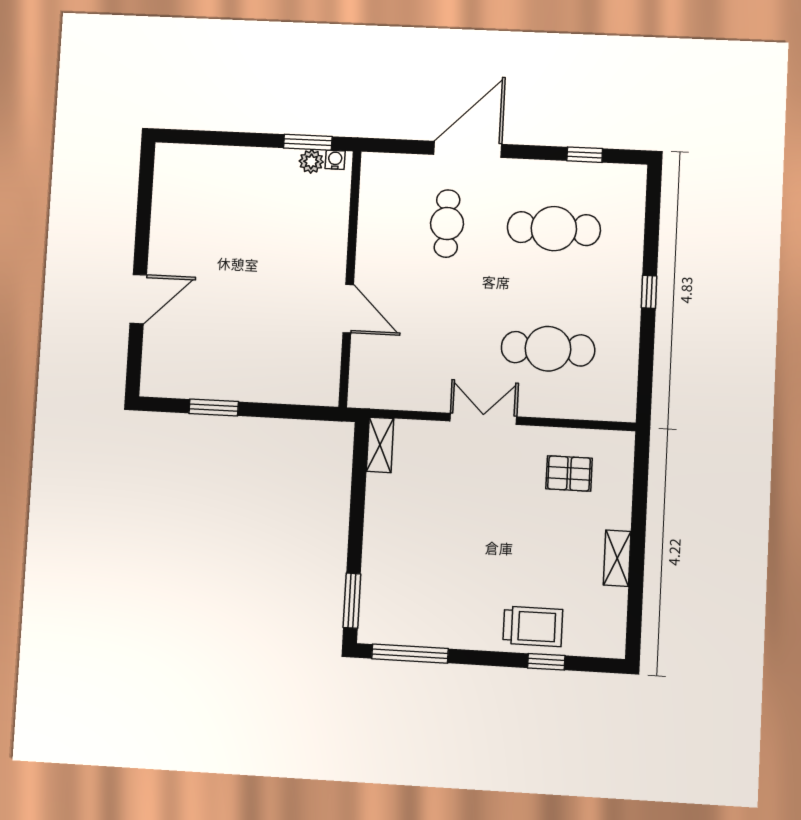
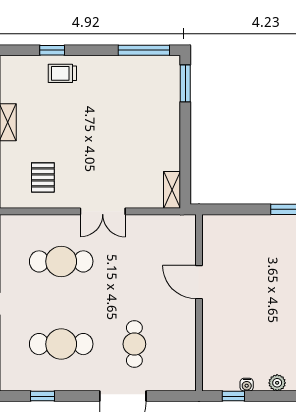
window: (308, 142) -> (233, 396), width x0.67
water cooler: (335, 160) -> (247, 385), moved
plant: (311, 161) -> (277, 383), moved
pallet: (569, 473) -> (43, 177), turned 90
trolley: (533, 626) -> (62, 73), width x0.73, depth x0.72

